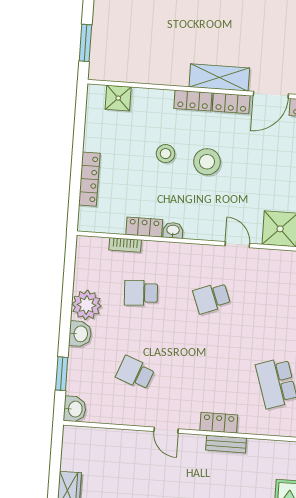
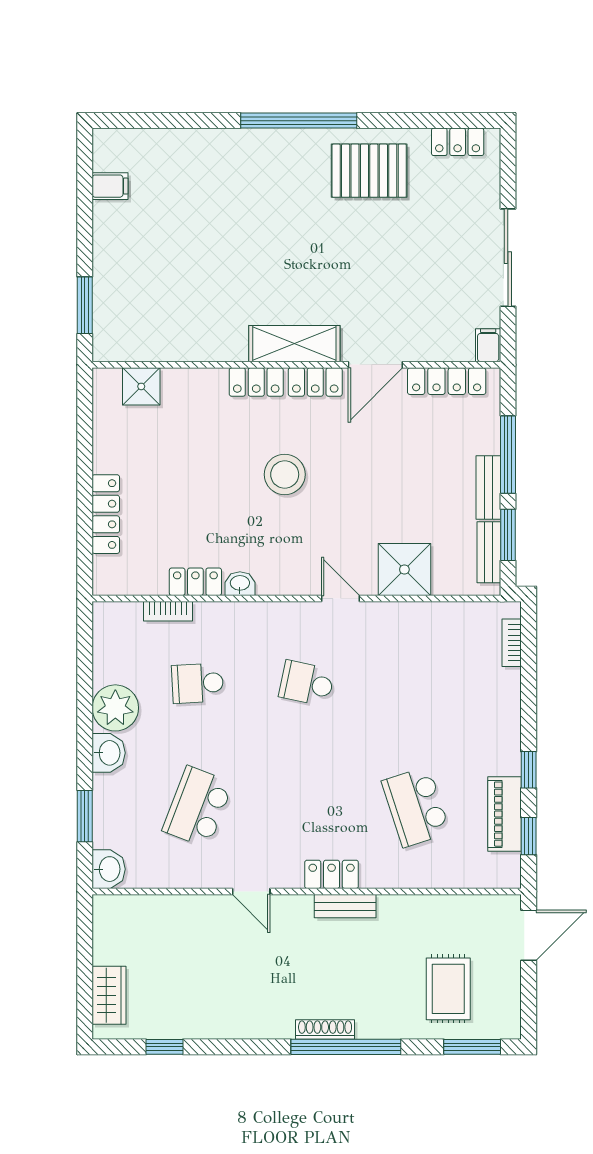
stool: (166, 154) -> (220, 466), removed
school desk: (212, 298) -> (307, 683), turned 33
school desk: (135, 373) -> (198, 807), width x1.85

